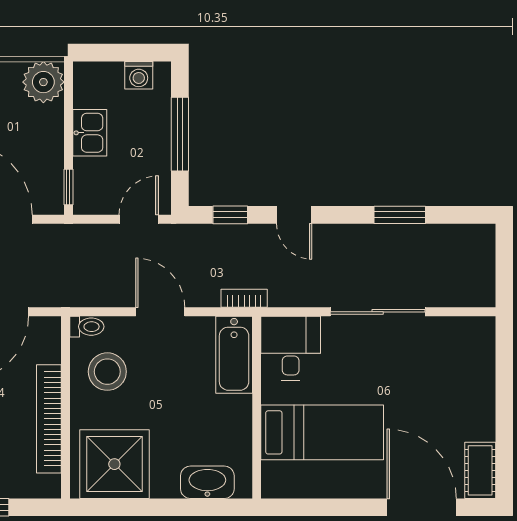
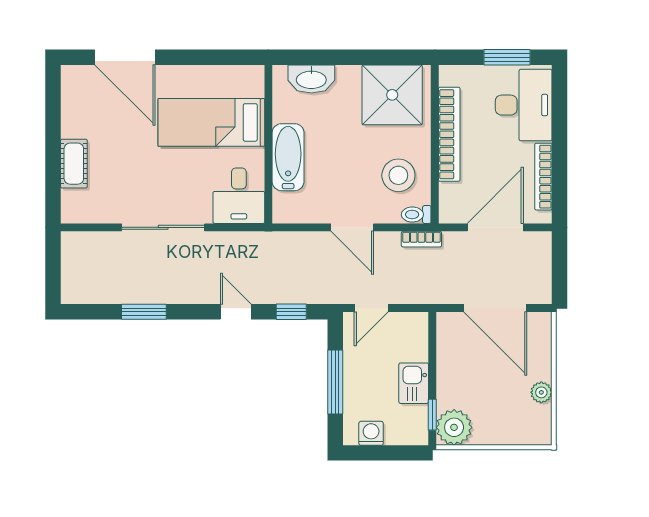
window: (68, 187) -> (432, 415), moved
bookcase: (244, 298) -> (421, 239), moved
bathtub: (234, 355) -> (288, 157), moved
cot: (480, 470) -> (74, 164), moved

